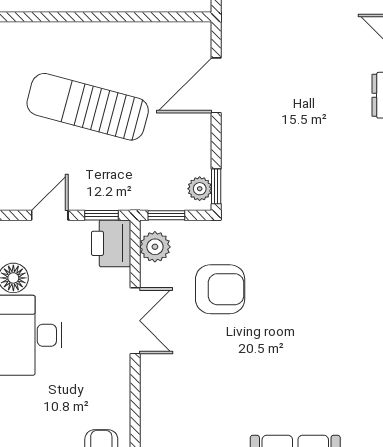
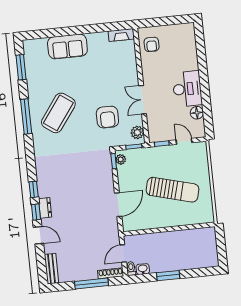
door: (50, 215) -> (184, 141), swing flipped
printer: (111, 243) -> (156, 132), removed
armchair: (220, 289) -> (107, 117), turned -90
coffee table: (332, 310) -> (58, 113), added

